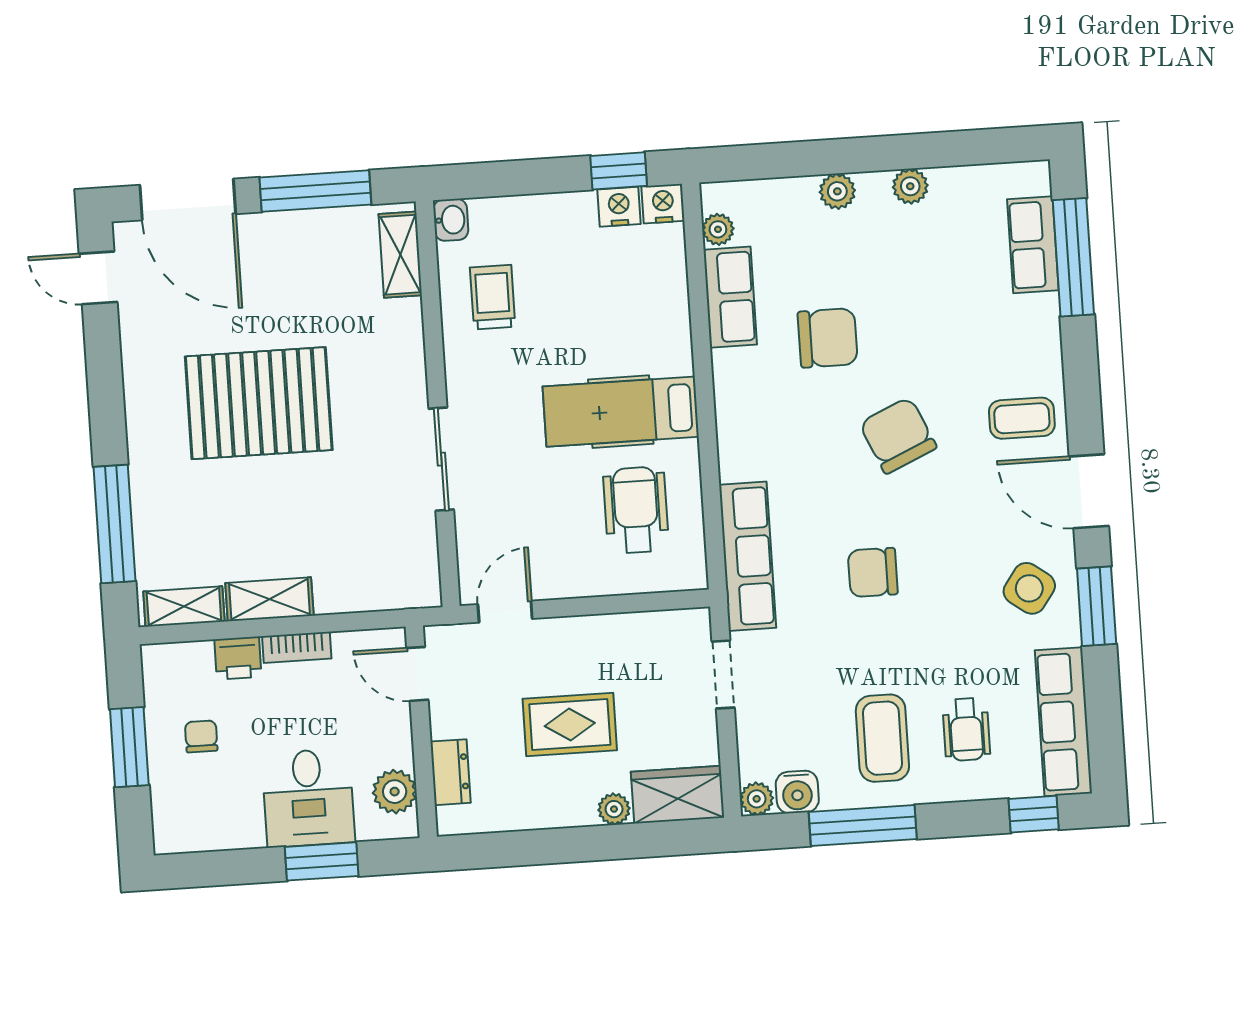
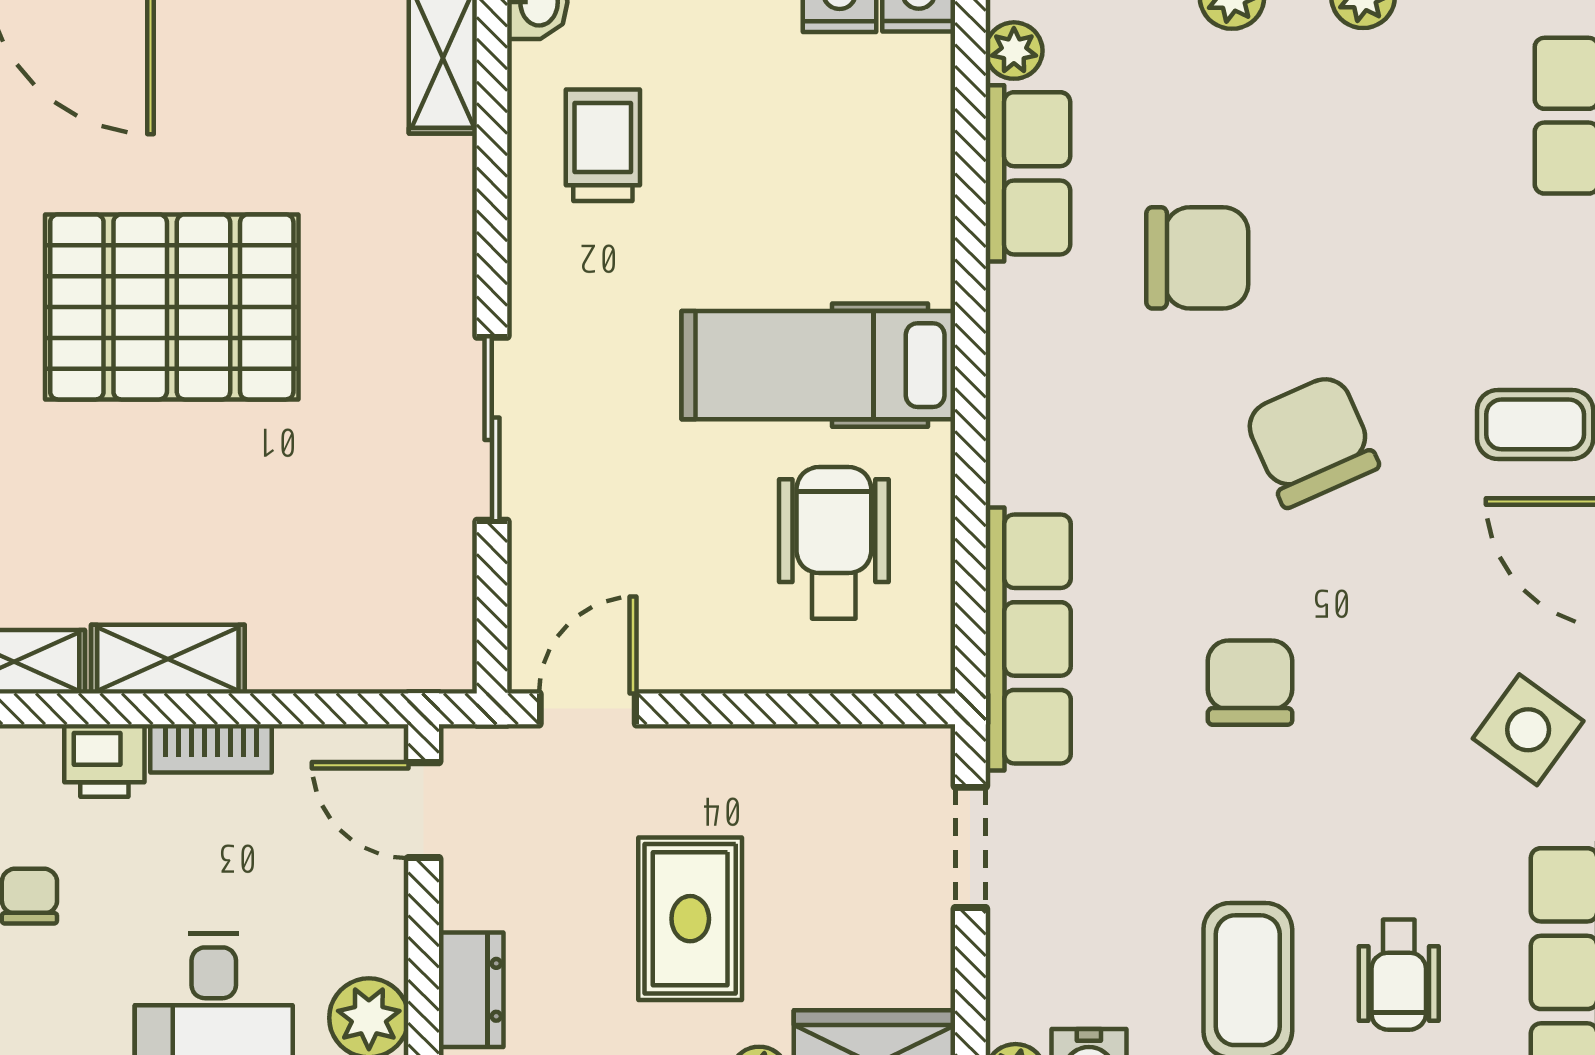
chair: (873, 572) -> (1250, 683), turned 90
rug: (570, 725) -> (690, 919), turned 90

